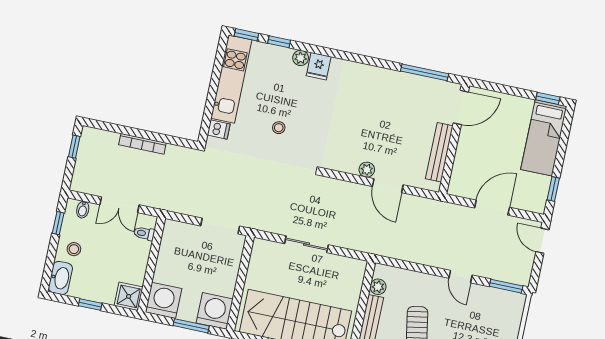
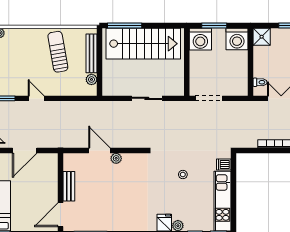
bench: (439, 152) -> (69, 186), width x0.73

